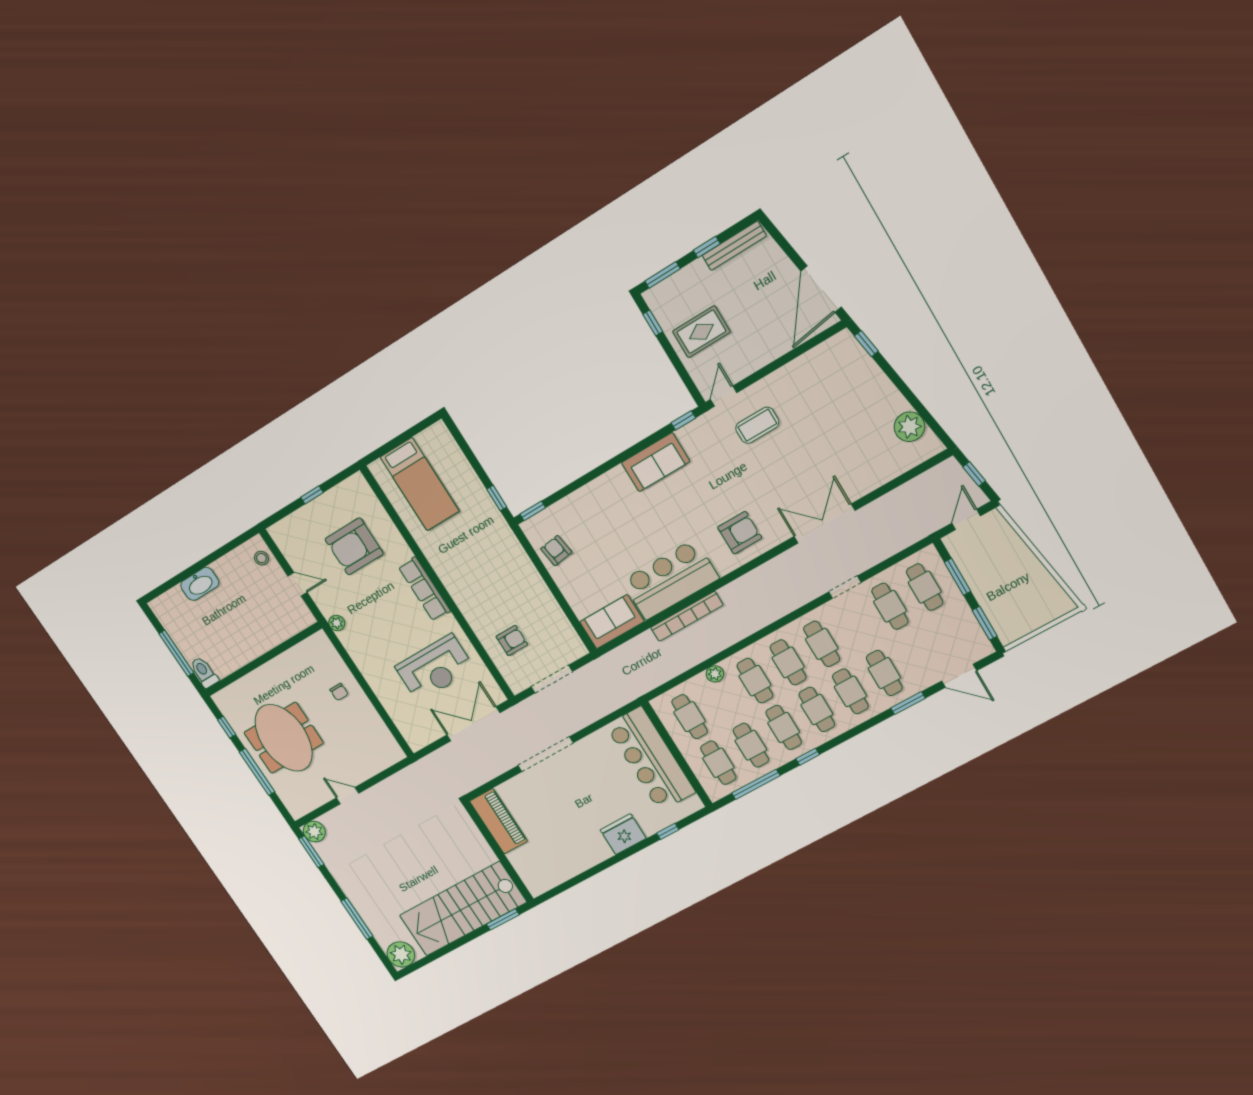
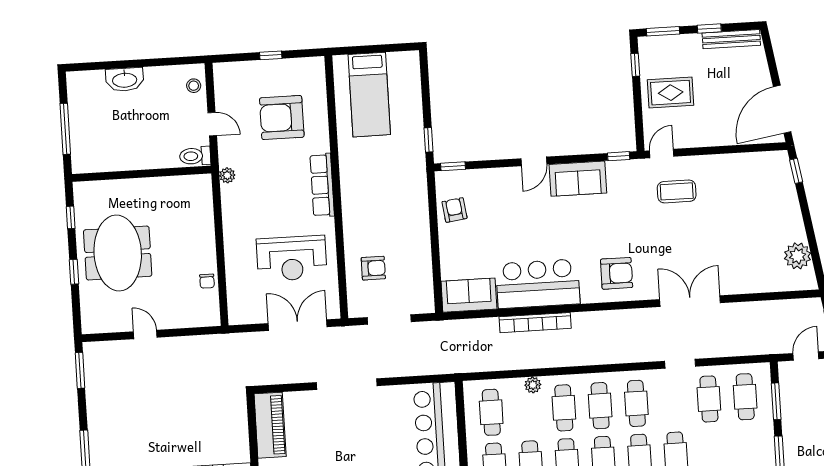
door: (605, 467) -> (534, 161), added
toilet: (204, 672) -> (195, 156), moved, turned -90
chair: (339, 692) -> (207, 281), moved
window: (257, 772) -> (74, 272), width x0.46
plant: (314, 832) -> (94, 353), removed

